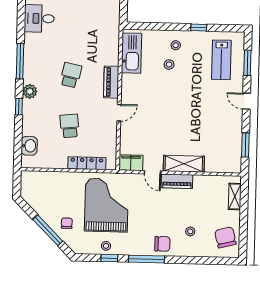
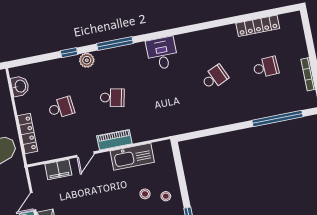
kitchen sink: (131, 53) -> (132, 157), moved
door: (119, 113) -> (85, 154), hinge flipped
washbasin: (29, 146) -> (20, 86), moved, turned -90
filing cabinet: (131, 163) -> (58, 169), moved, turned 90

